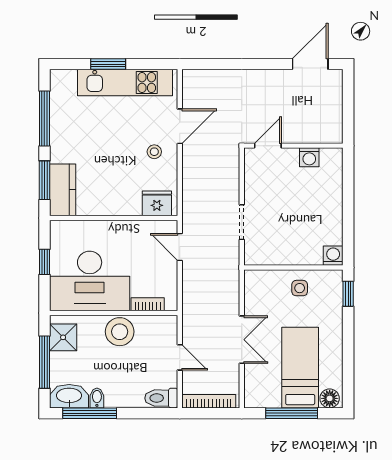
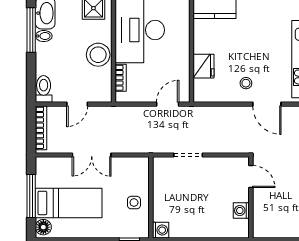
fridge: (157, 203) -> (204, 66), moved

